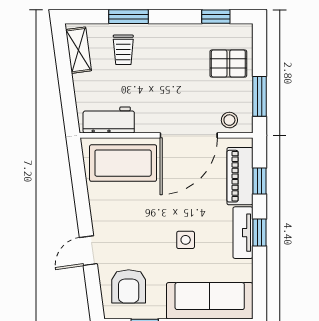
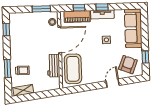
pallet: (228, 64) -> (27, 23), removed
workbench: (109, 120) -> (54, 66), moved
door: (189, 135) -> (60, 40), hinge flipped
door: (88, 251) -> (113, 83), swing flipped
armchair: (129, 286) -> (128, 65), turned -69

